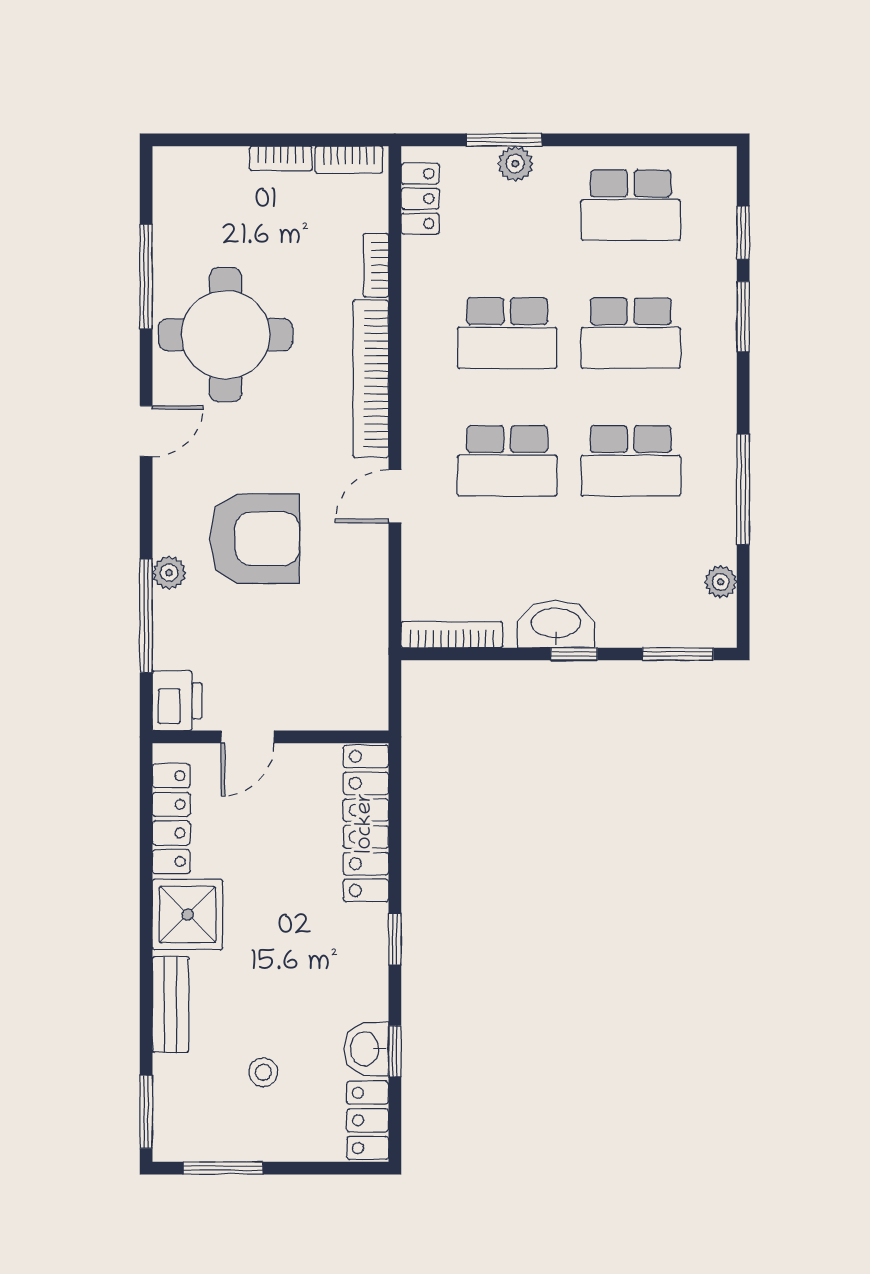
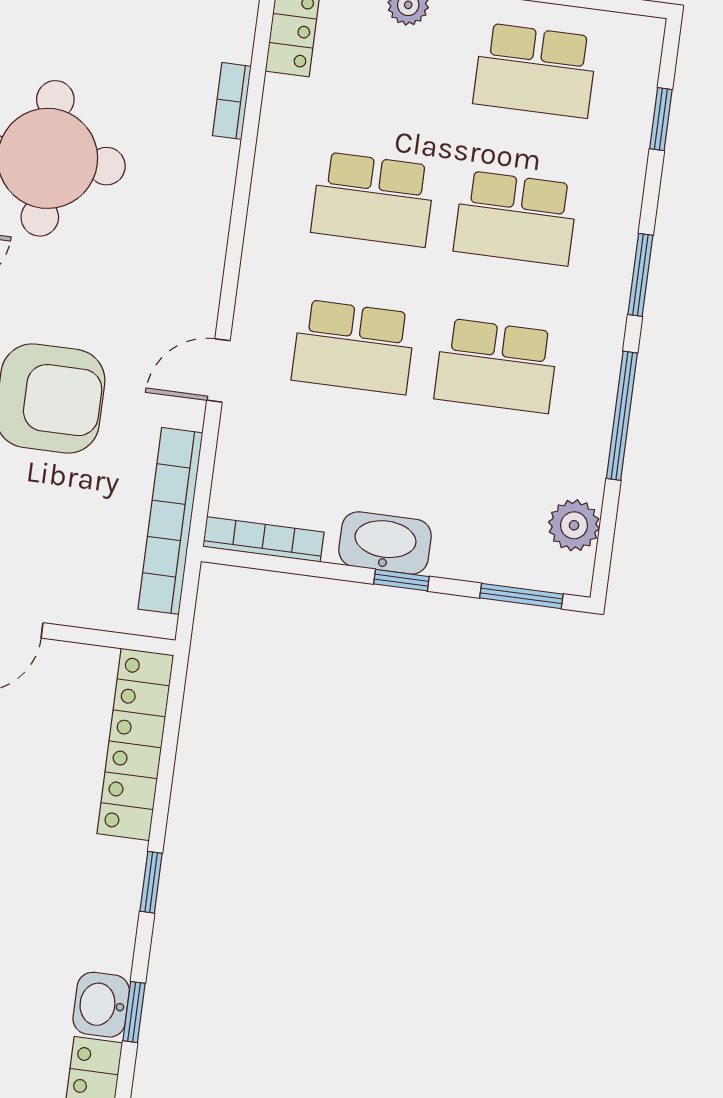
window: (743, 317) -> (640, 275), moved
bookcase: (371, 379) -> (170, 521), moved
plant: (721, 582) -> (574, 525), width x1.38, depth x1.38

